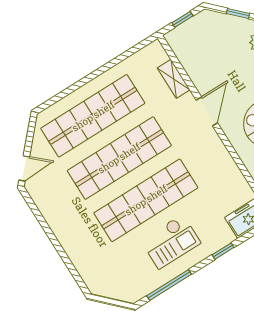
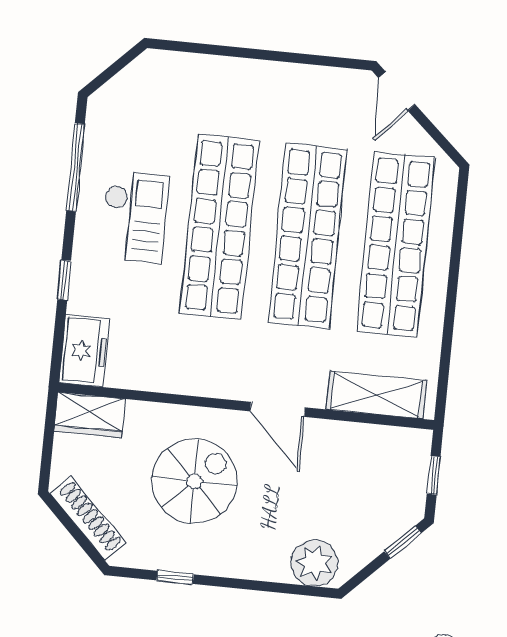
window: (238, 13) -> (403, 542), moved
shelving: (174, 79) -> (376, 395), width x1.50, depth x1.33
checkout: (171, 242) -> (135, 217), turned 180

